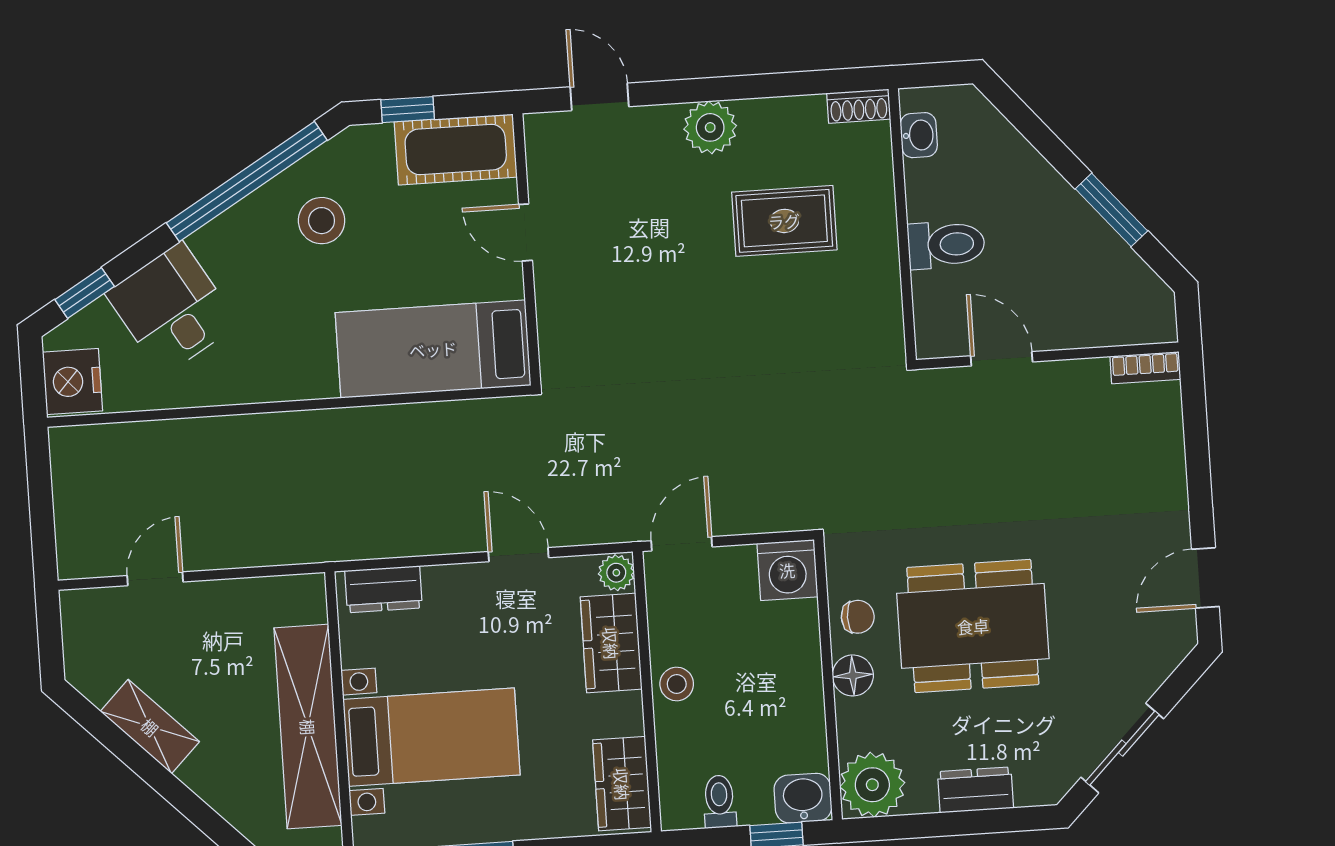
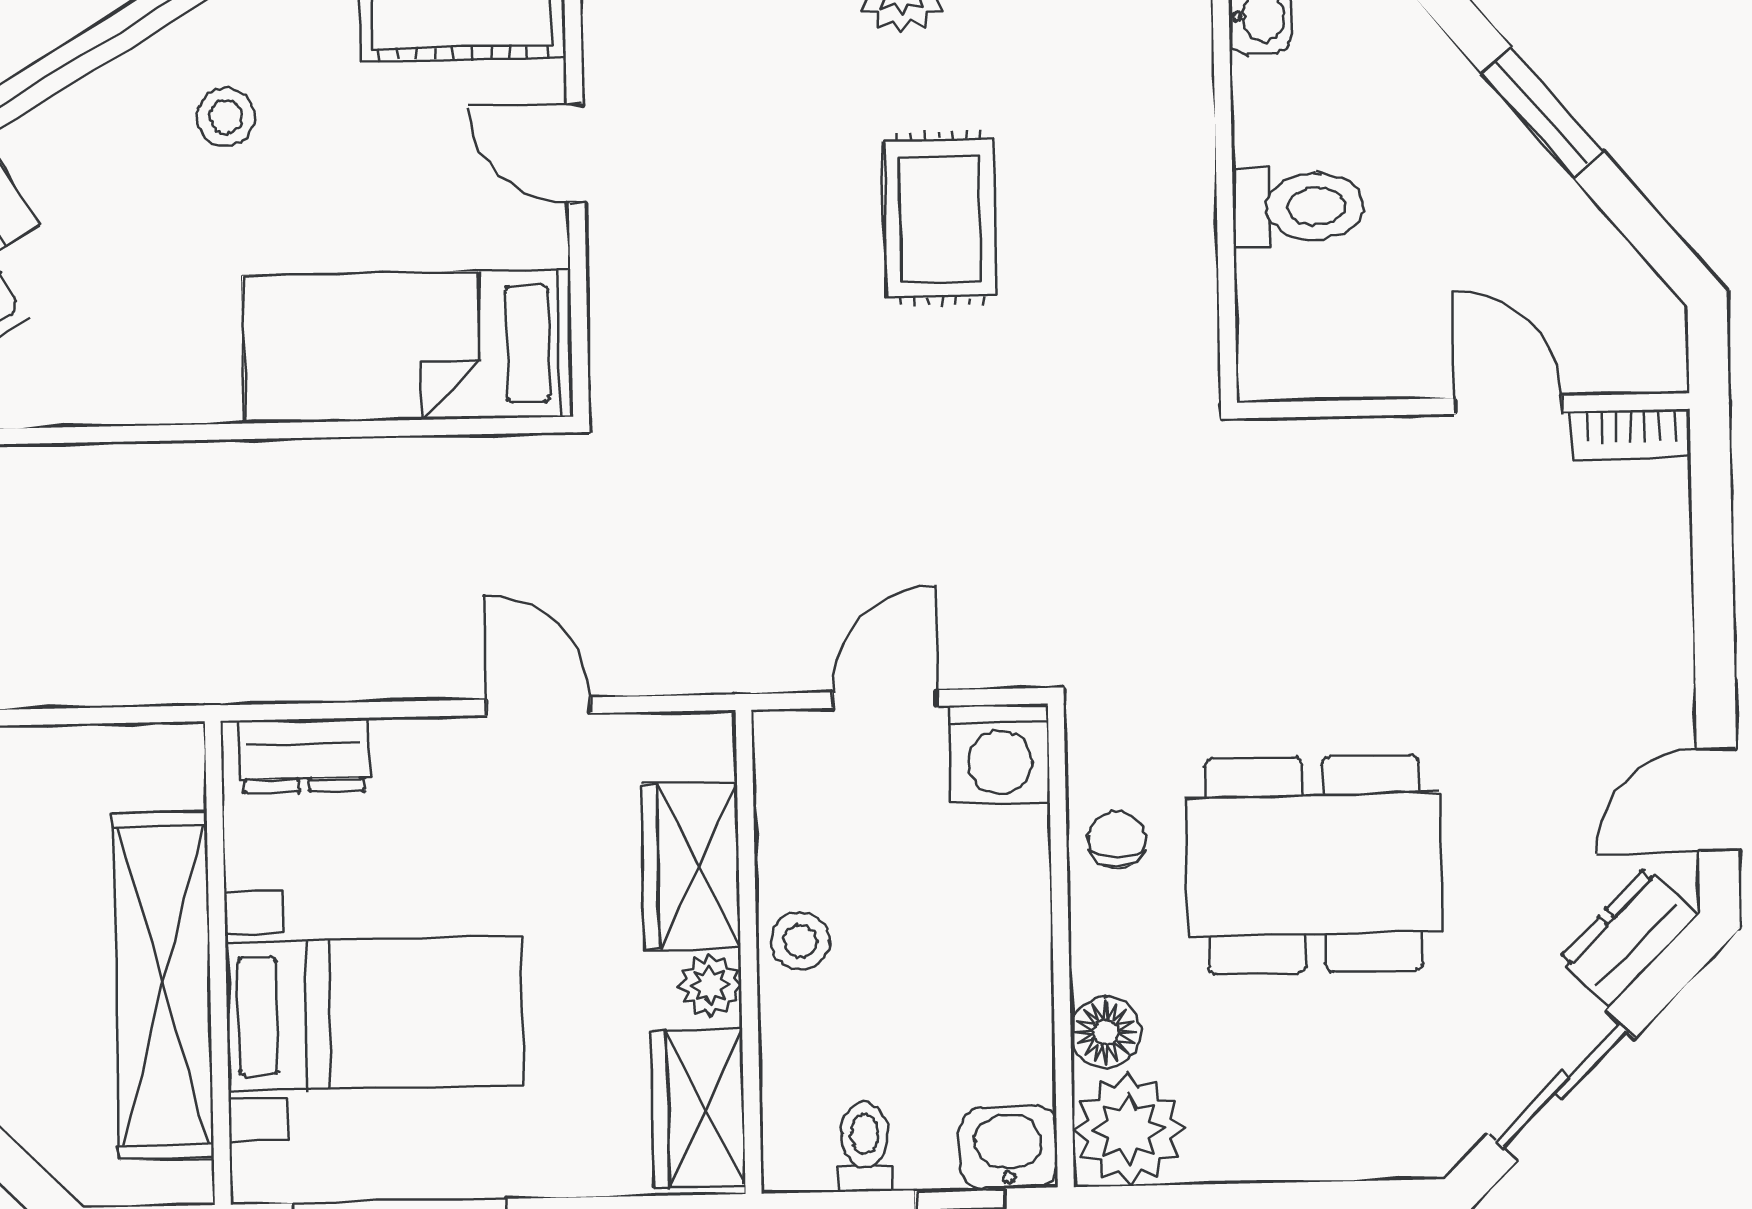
window: (1111, 210) -> (1542, 112), moved
stool: (322, 221) -> (226, 117), width x0.73, depth x0.73
rug: (784, 221) -> (940, 218), moved, turned 90
door: (1002, 359) -> (1509, 405), moved
door: (682, 544) -> (885, 699), moved
plant: (616, 573) -> (710, 985), moved
chair: (858, 617) -> (1117, 840), turned -90
floor lamp: (853, 675) -> (1106, 1032), moved
dresser: (975, 790) -> (1628, 937), moved, turned -45

